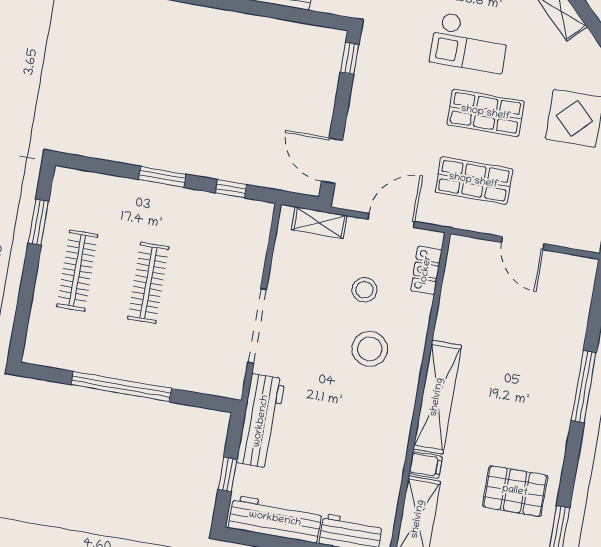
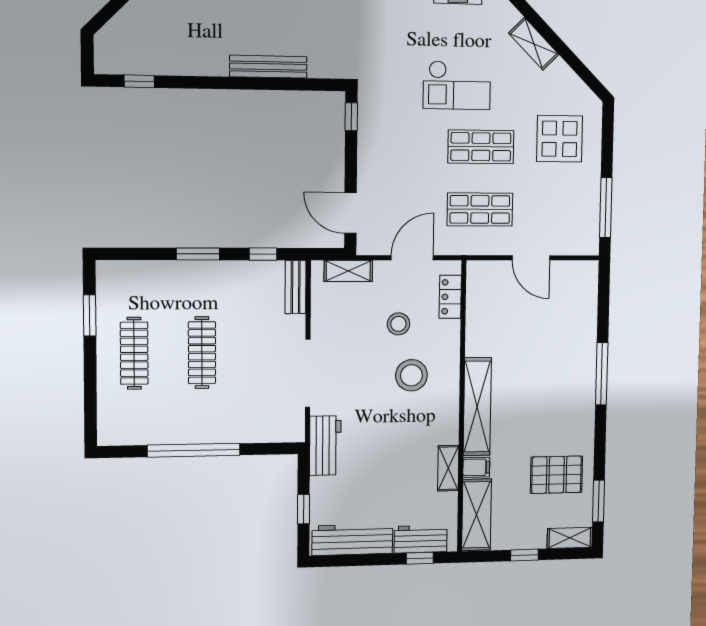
bench: (260, 230) -> (296, 287), added
workbench: (261, 421) -> (325, 446), width x0.73
shelving: (394, 460) -> (448, 468), added

